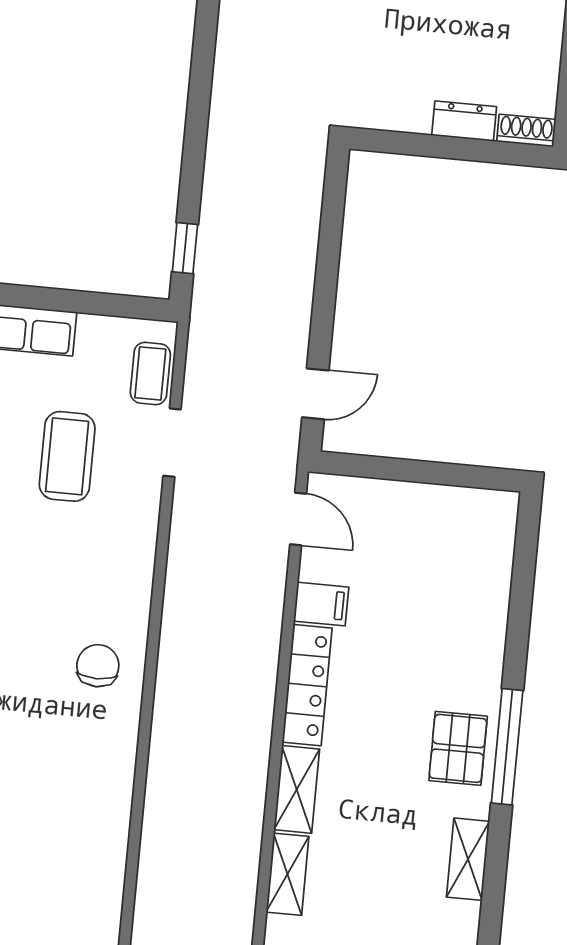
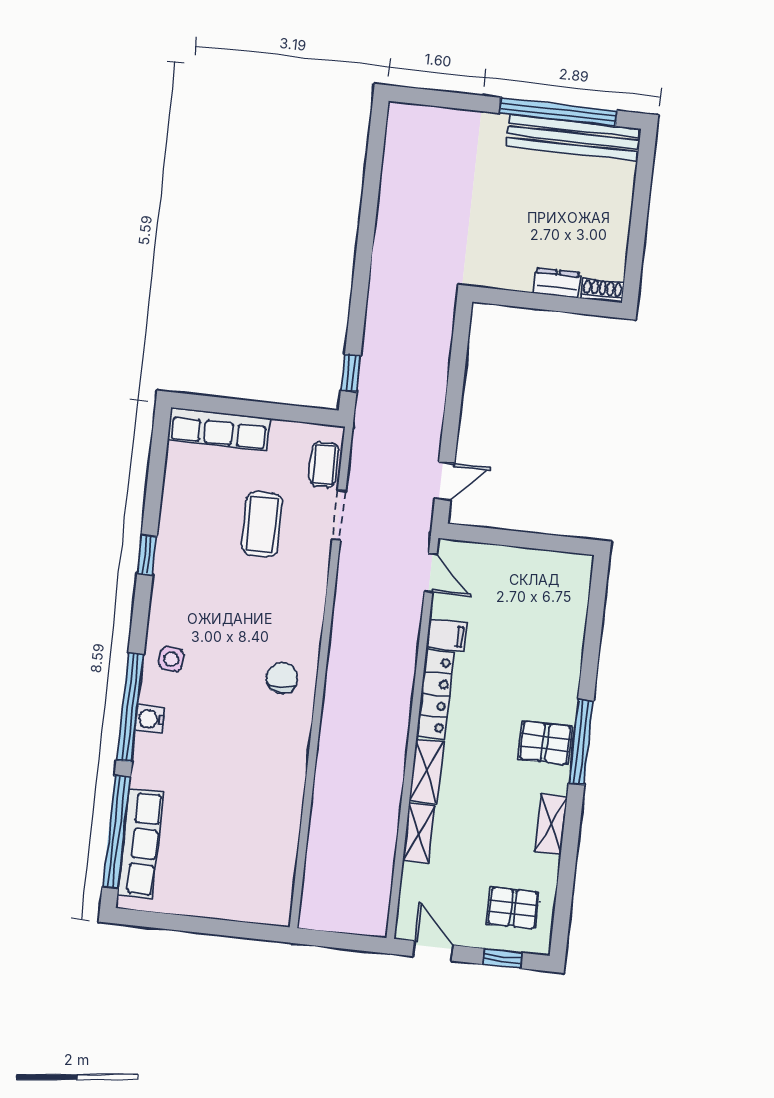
pallet: (458, 748) -> (545, 743), turned 90

